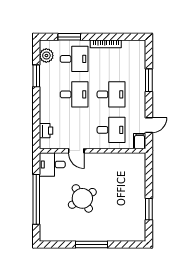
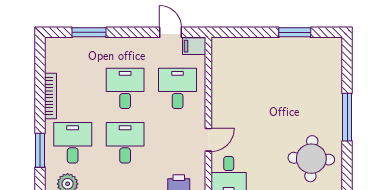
window: (149, 80) -> (89, 32), moved
round table: (82, 198) -> (311, 159), moved, turned 35

